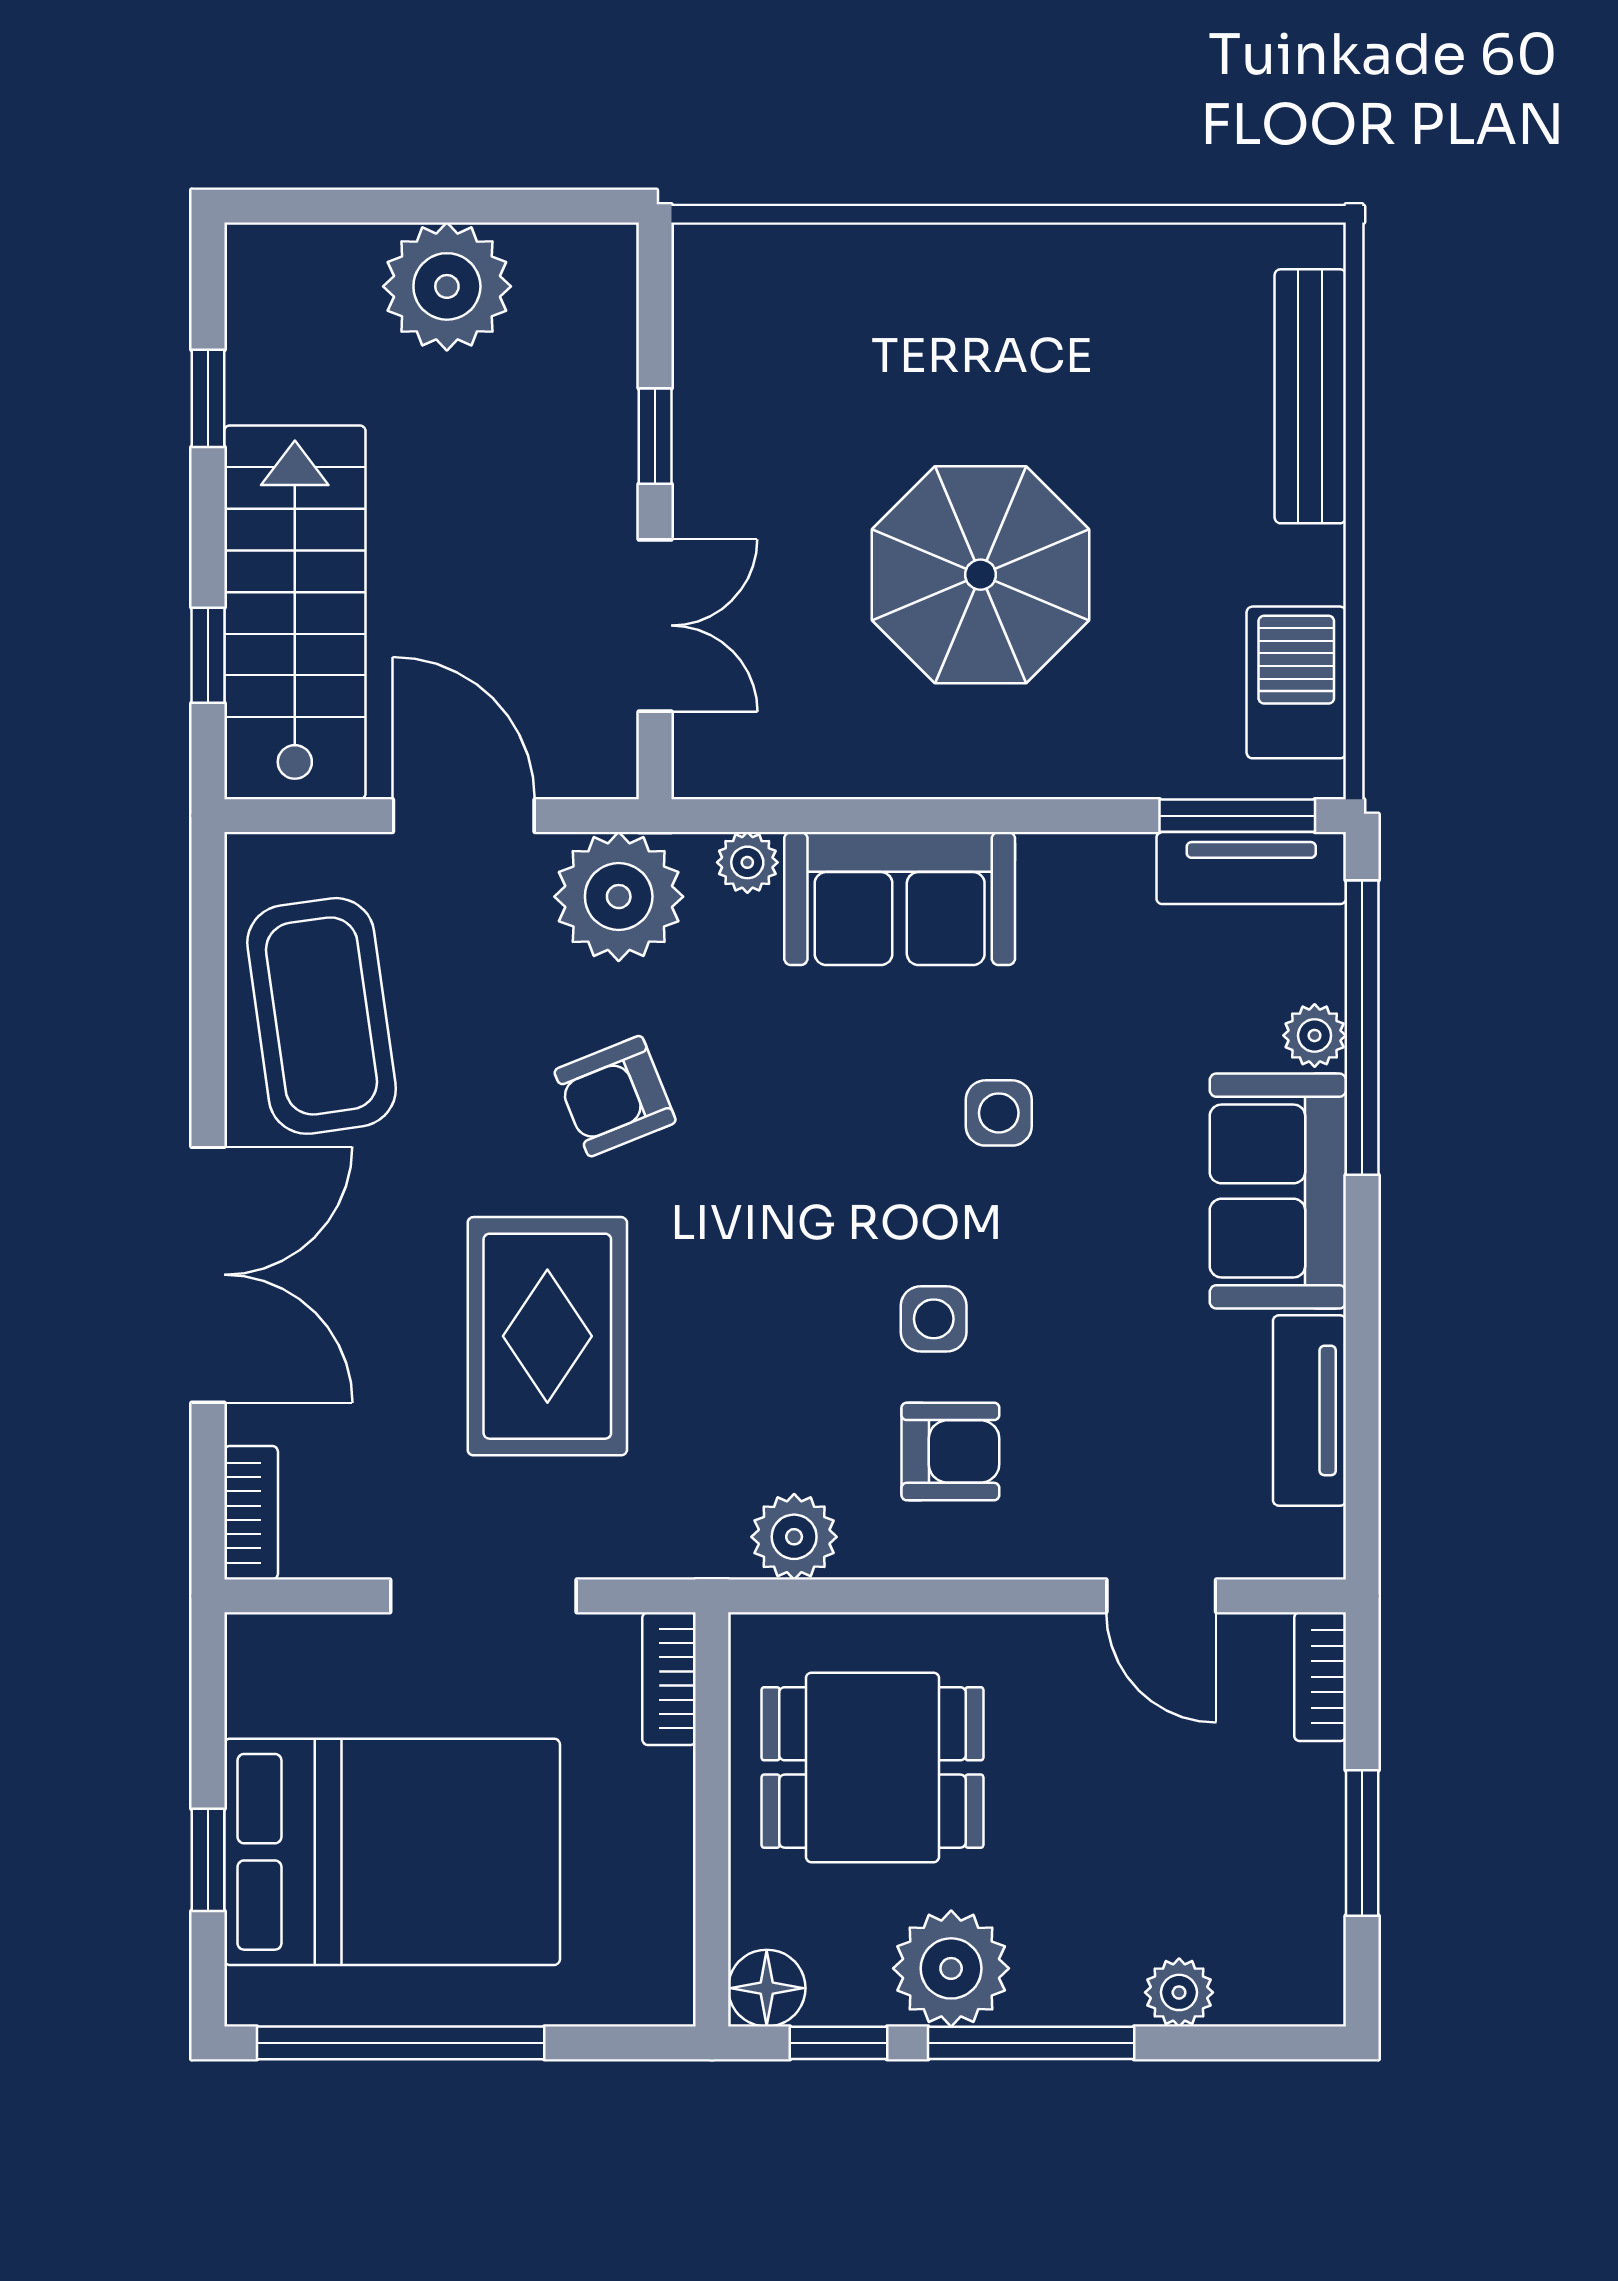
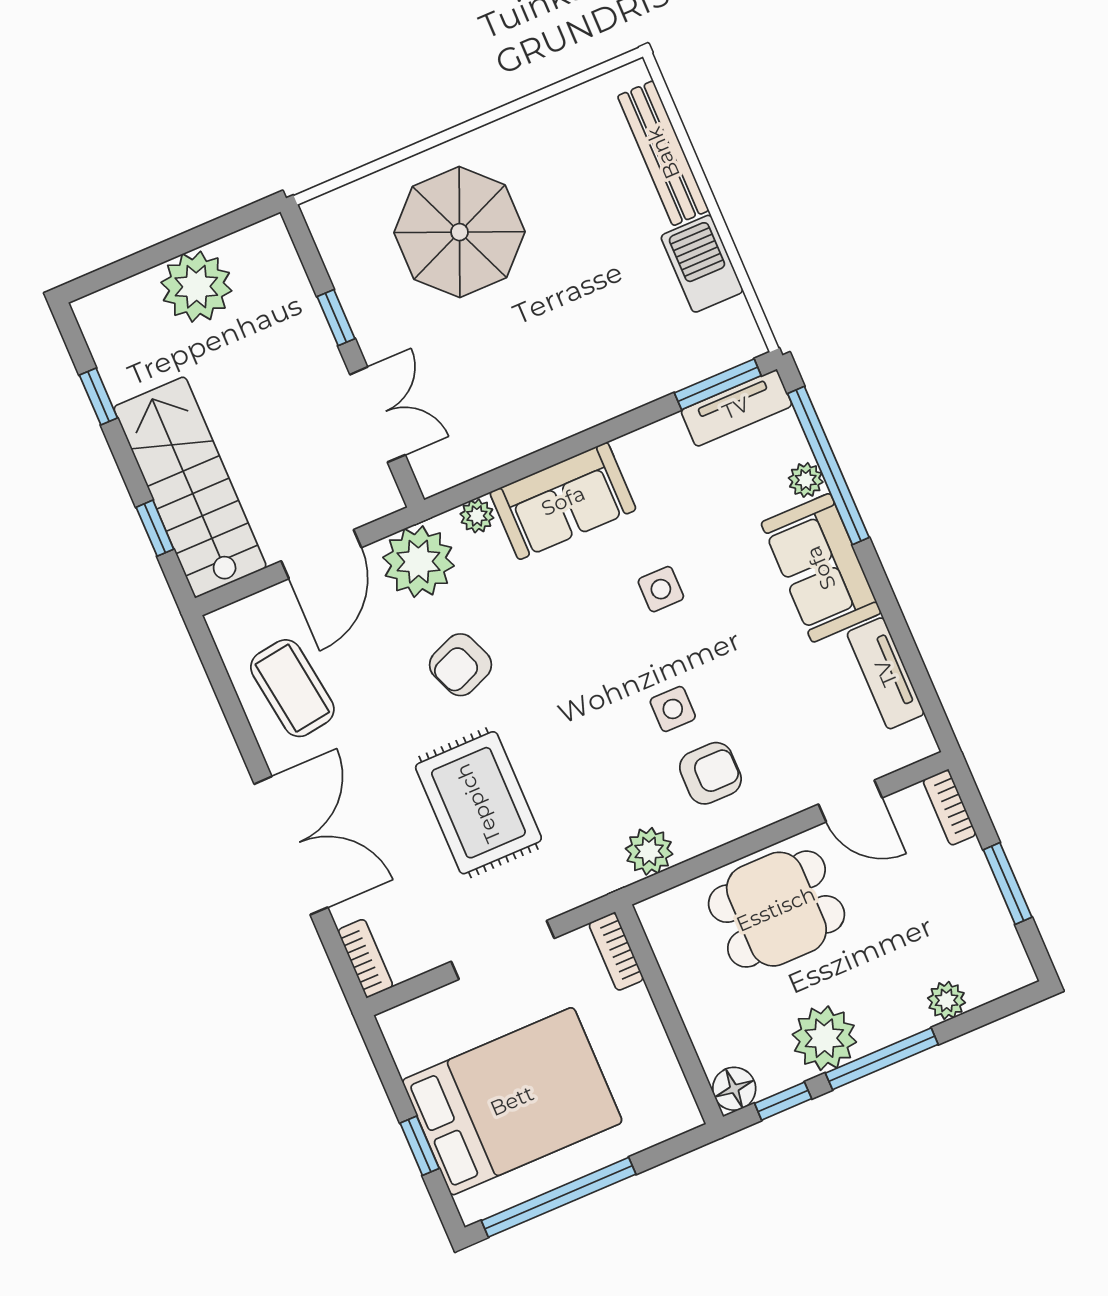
parasol: (981, 575) -> (459, 232), moved
barbecue: (1296, 682) -> (702, 264), moved
door: (464, 816) -> (321, 554), swing flipped
coffee table: (322, 1016) -> (292, 688), width x0.73, depth x0.76
dining table: (872, 1767) -> (776, 909), moved

